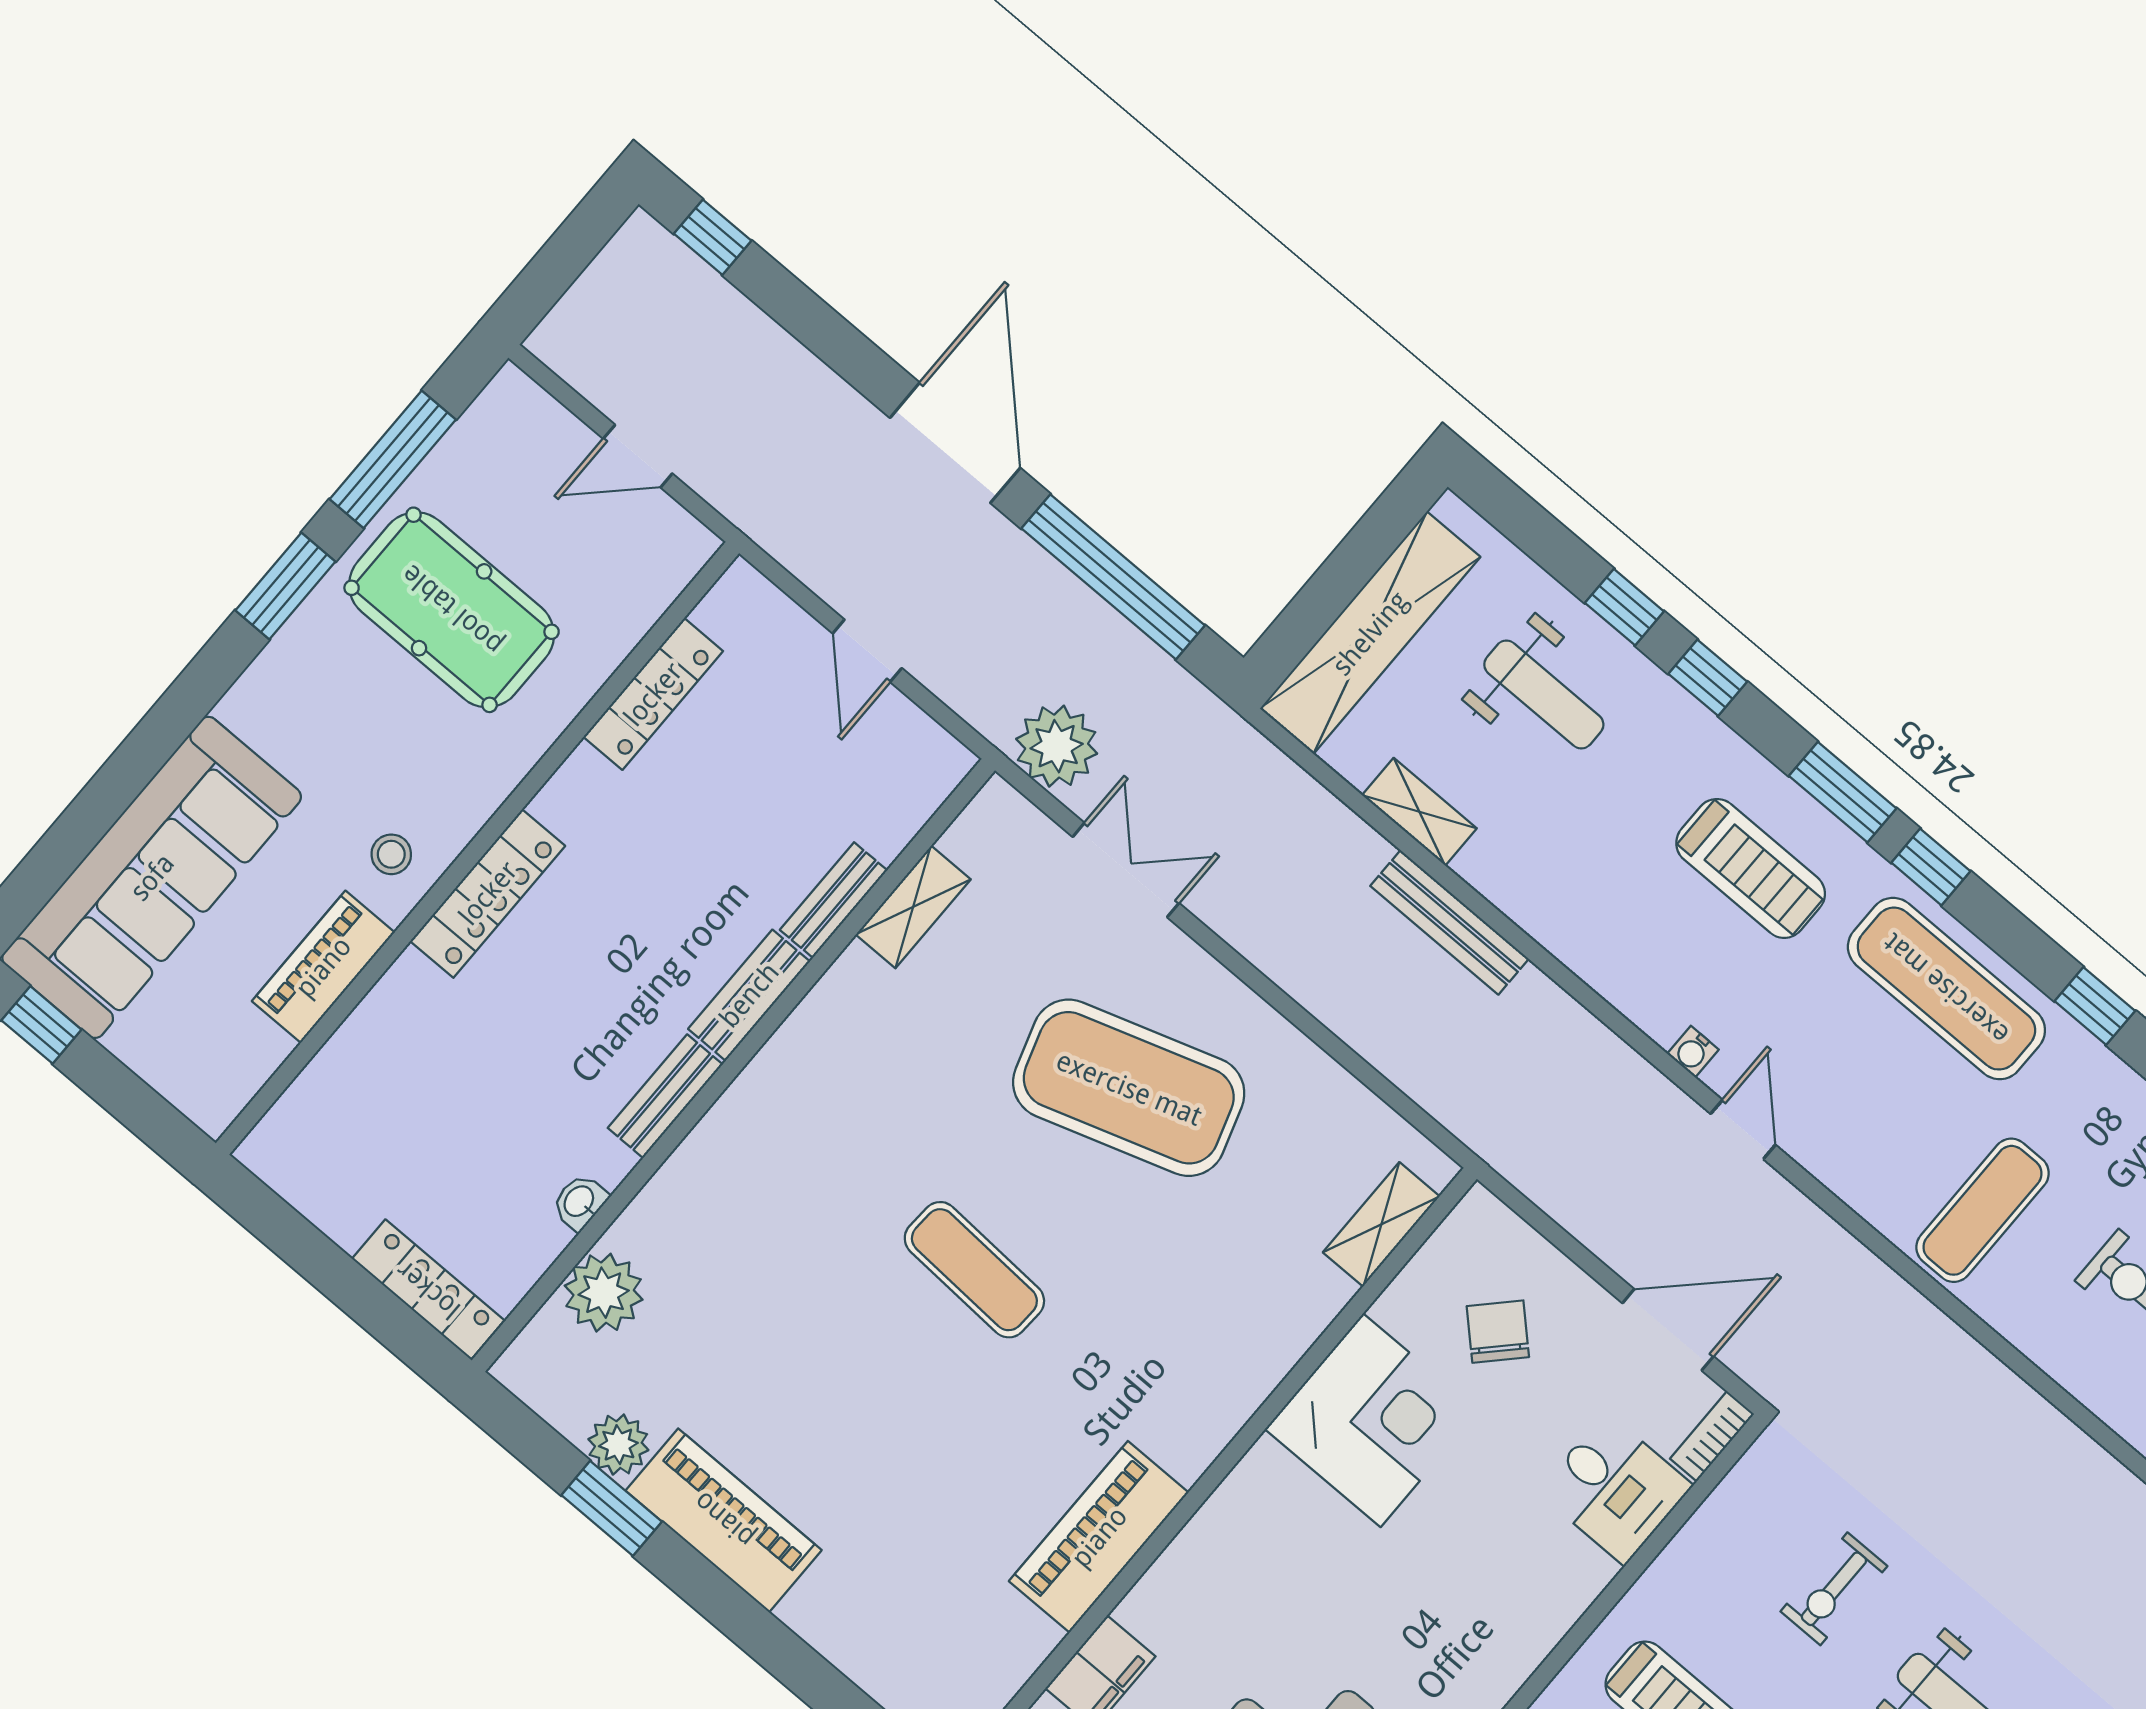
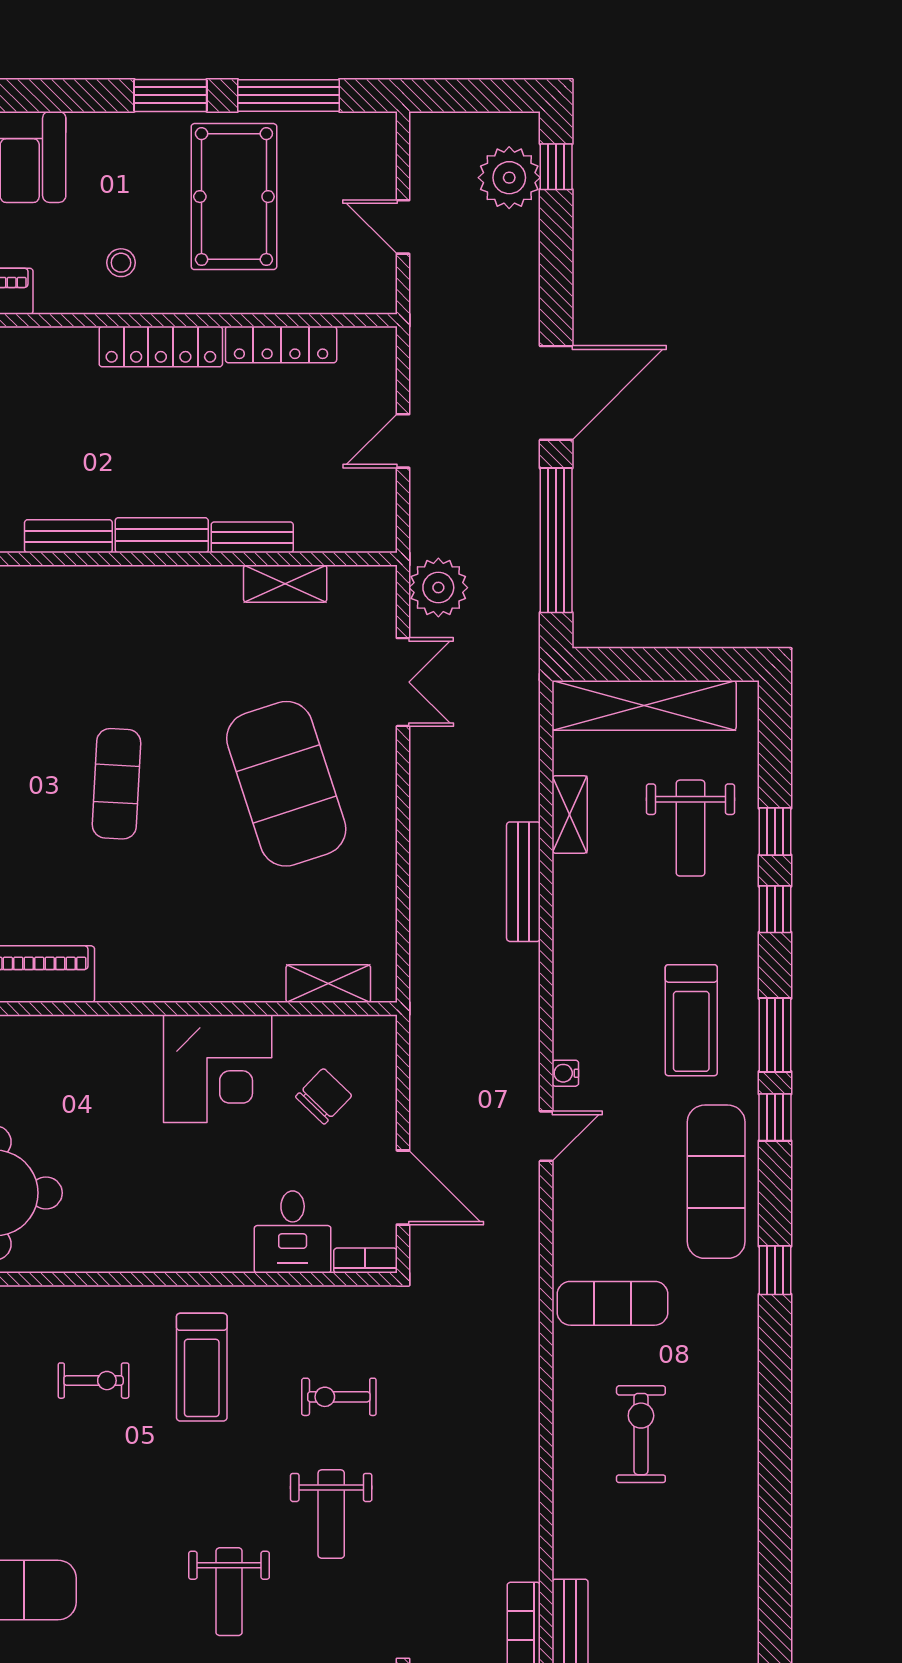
plant: (682, 297) -> (509, 178), added
stool: (391, 854) -> (121, 263), moved
locker: (488, 893) -> (161, 347), moved

